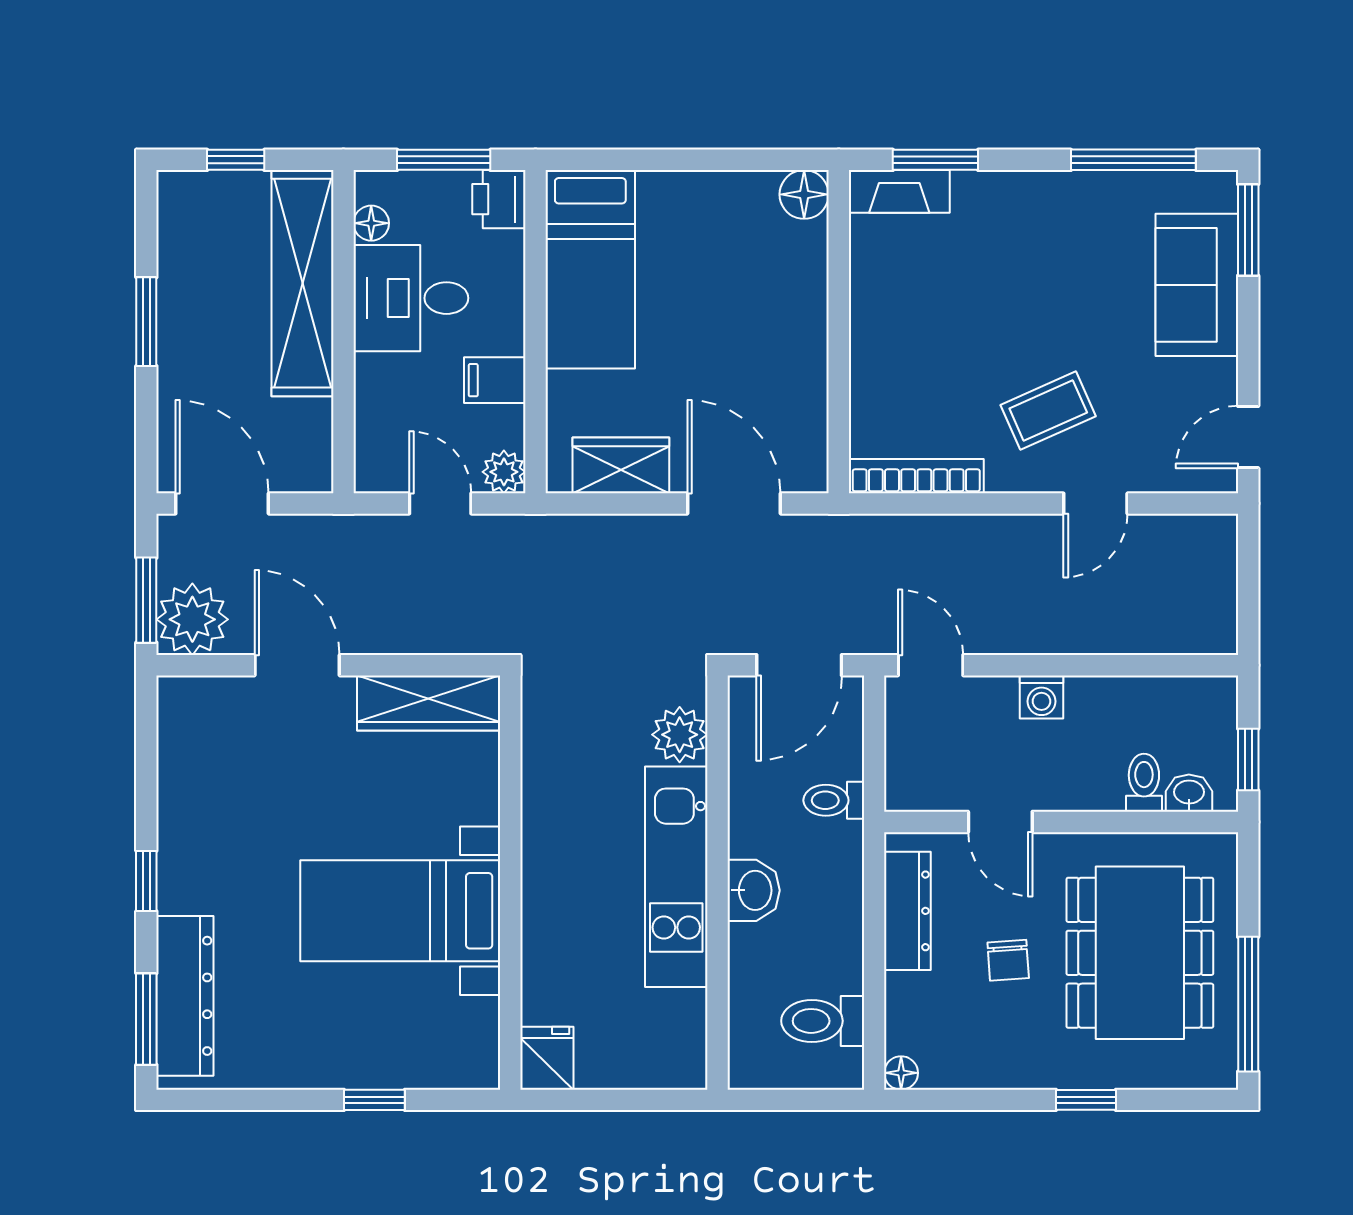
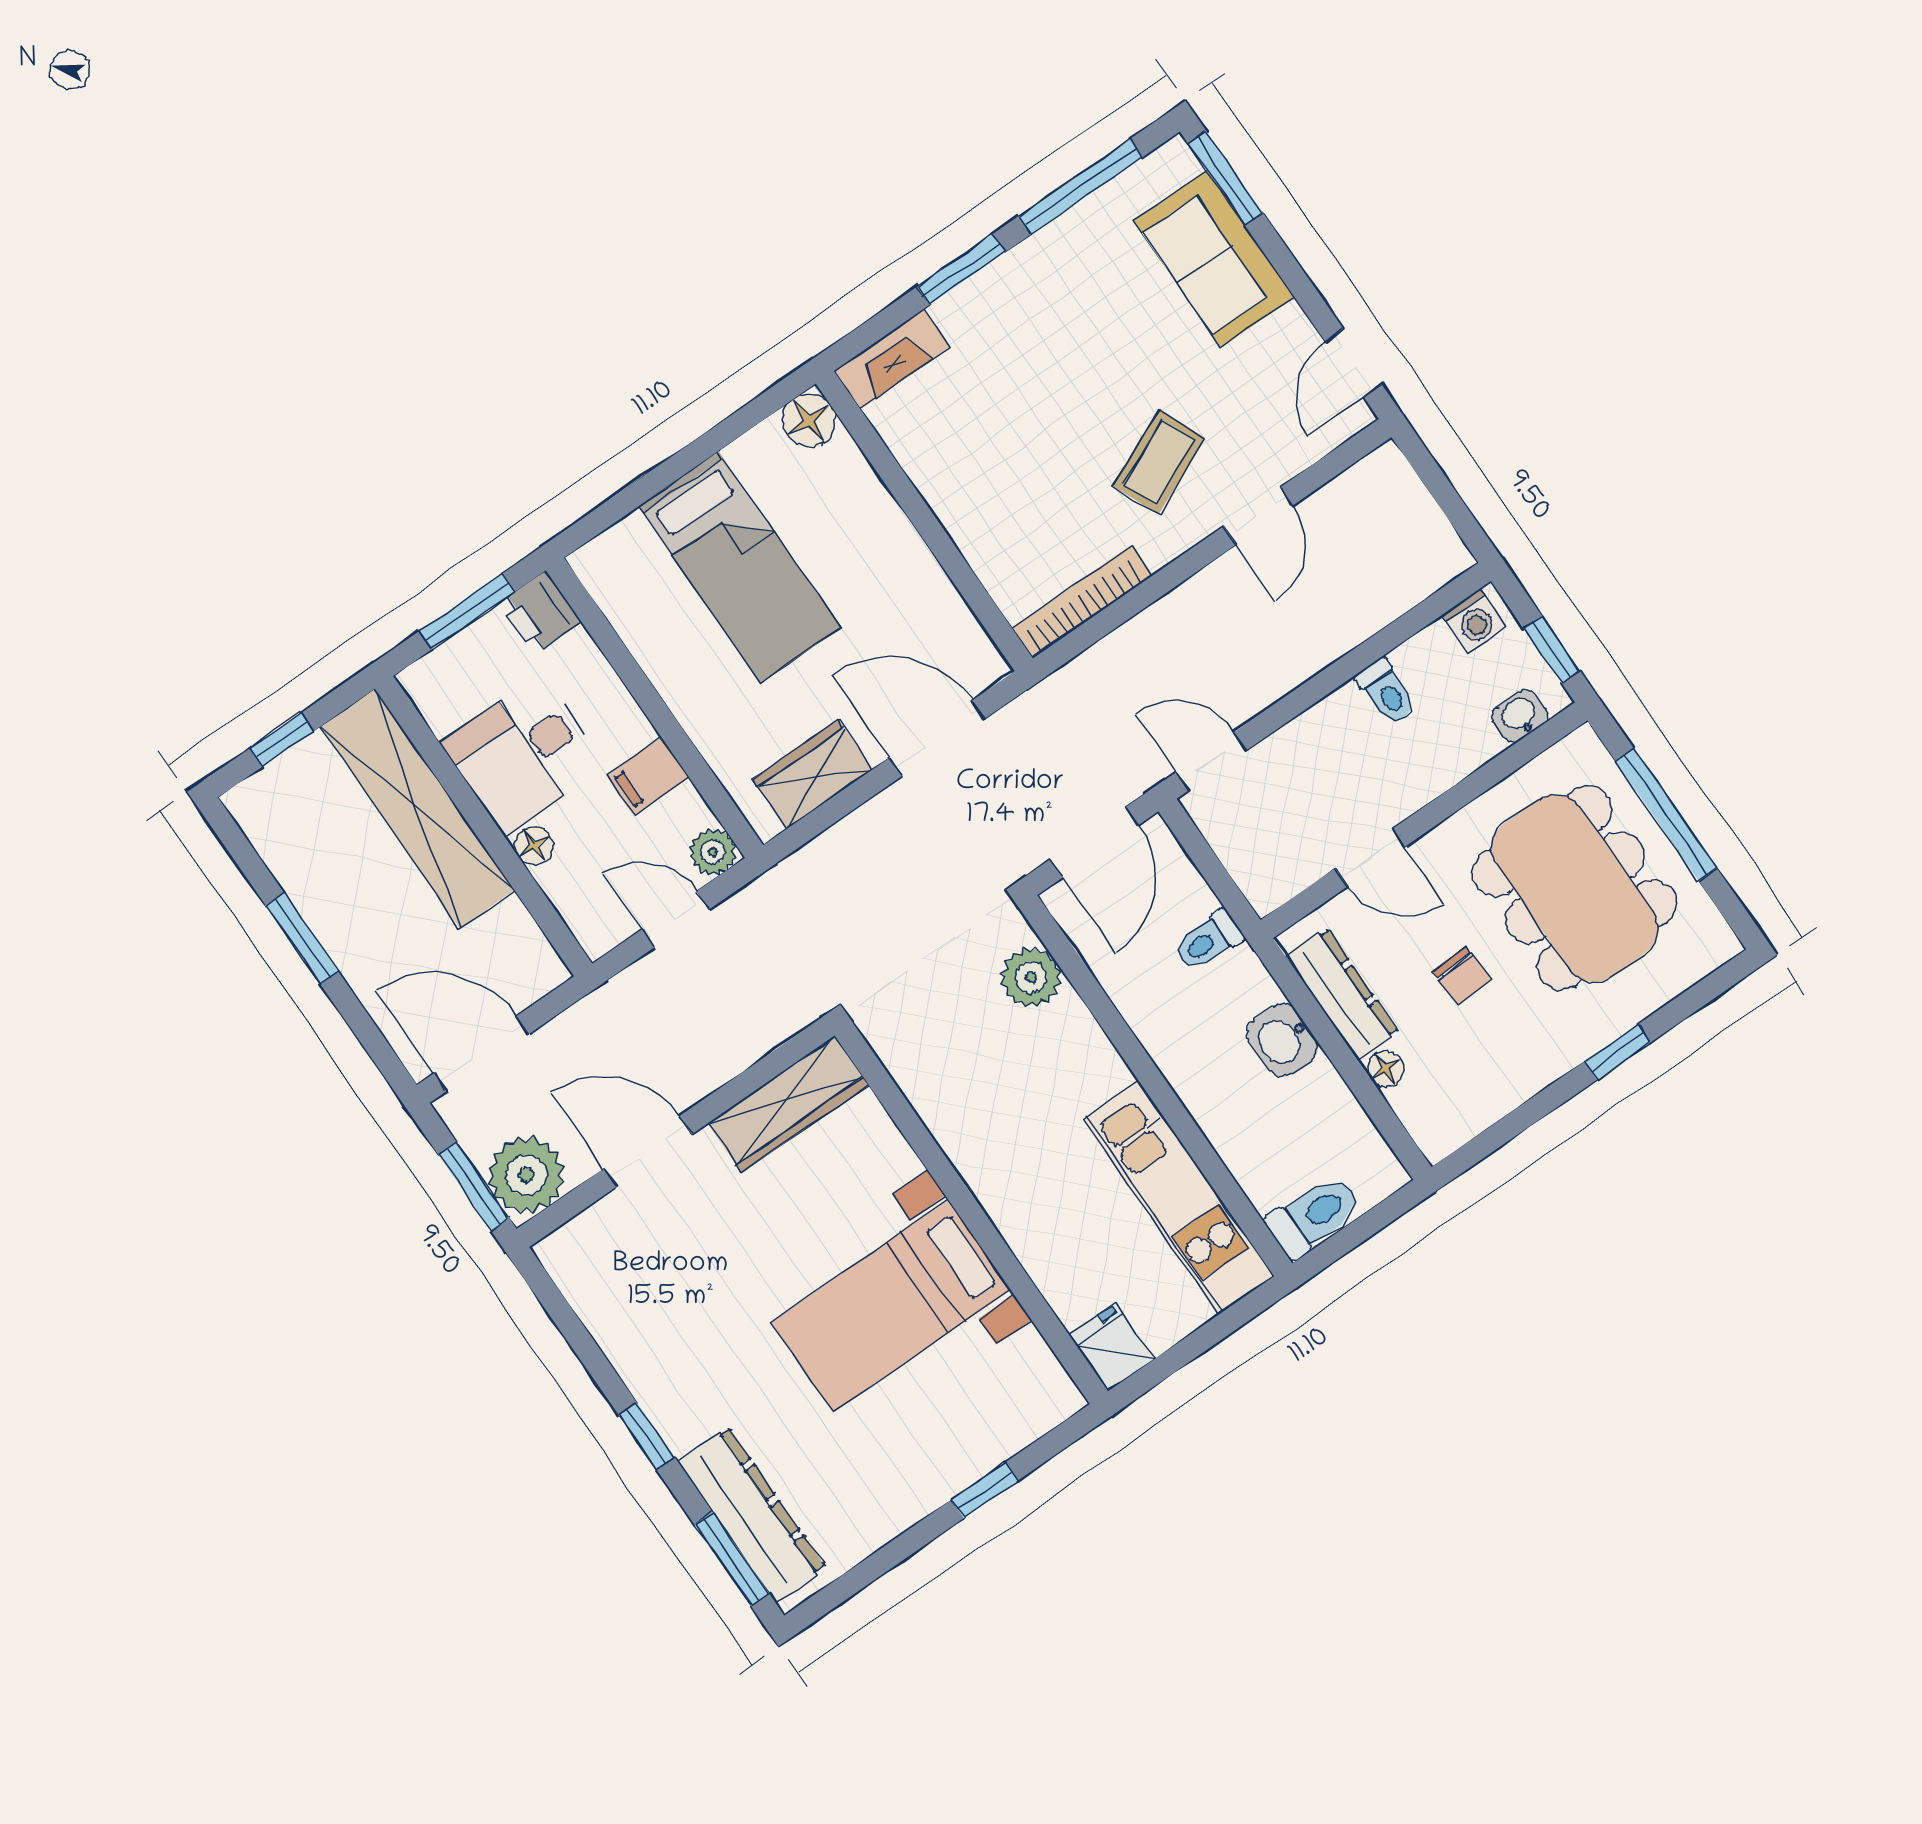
window: (935, 160) -> (961, 269), moved
floor lamp: (371, 223) -> (534, 846), moved
bed: (590, 269) -> (739, 567), moved
washing machine: (1041, 697) -> (1474, 621), moved
toilet: (1144, 783) -> (1387, 691), moved, turned 180
kitchen unit: (676, 877) -> (1179, 1197), moved
washbasin: (754, 890) -> (1283, 1040), moved, turned 180
window: (1248, 1004) -> (1666, 815), moved
toilet: (823, 1021) -> (1314, 1216), moved, turned 180
floor lamp: (901, 1073) -> (1386, 1069), moved

